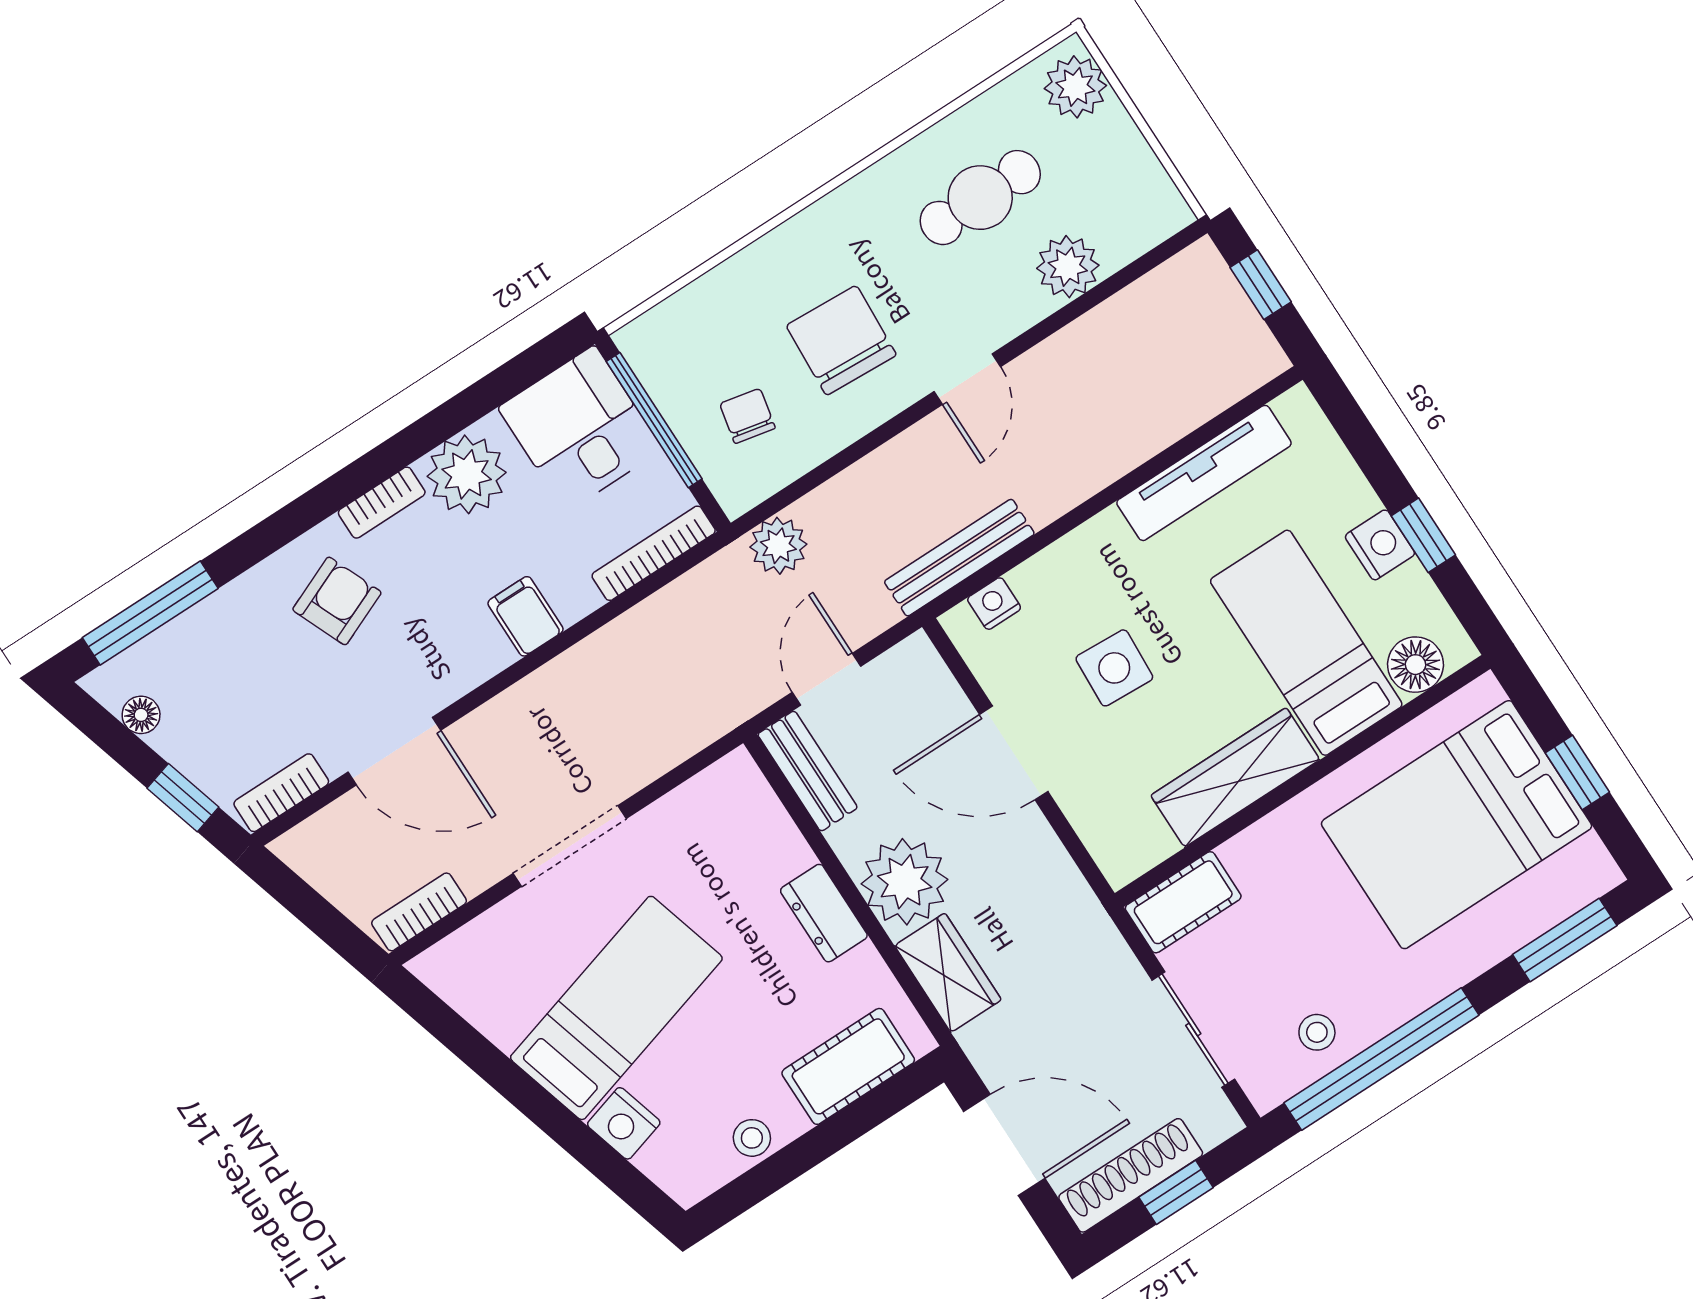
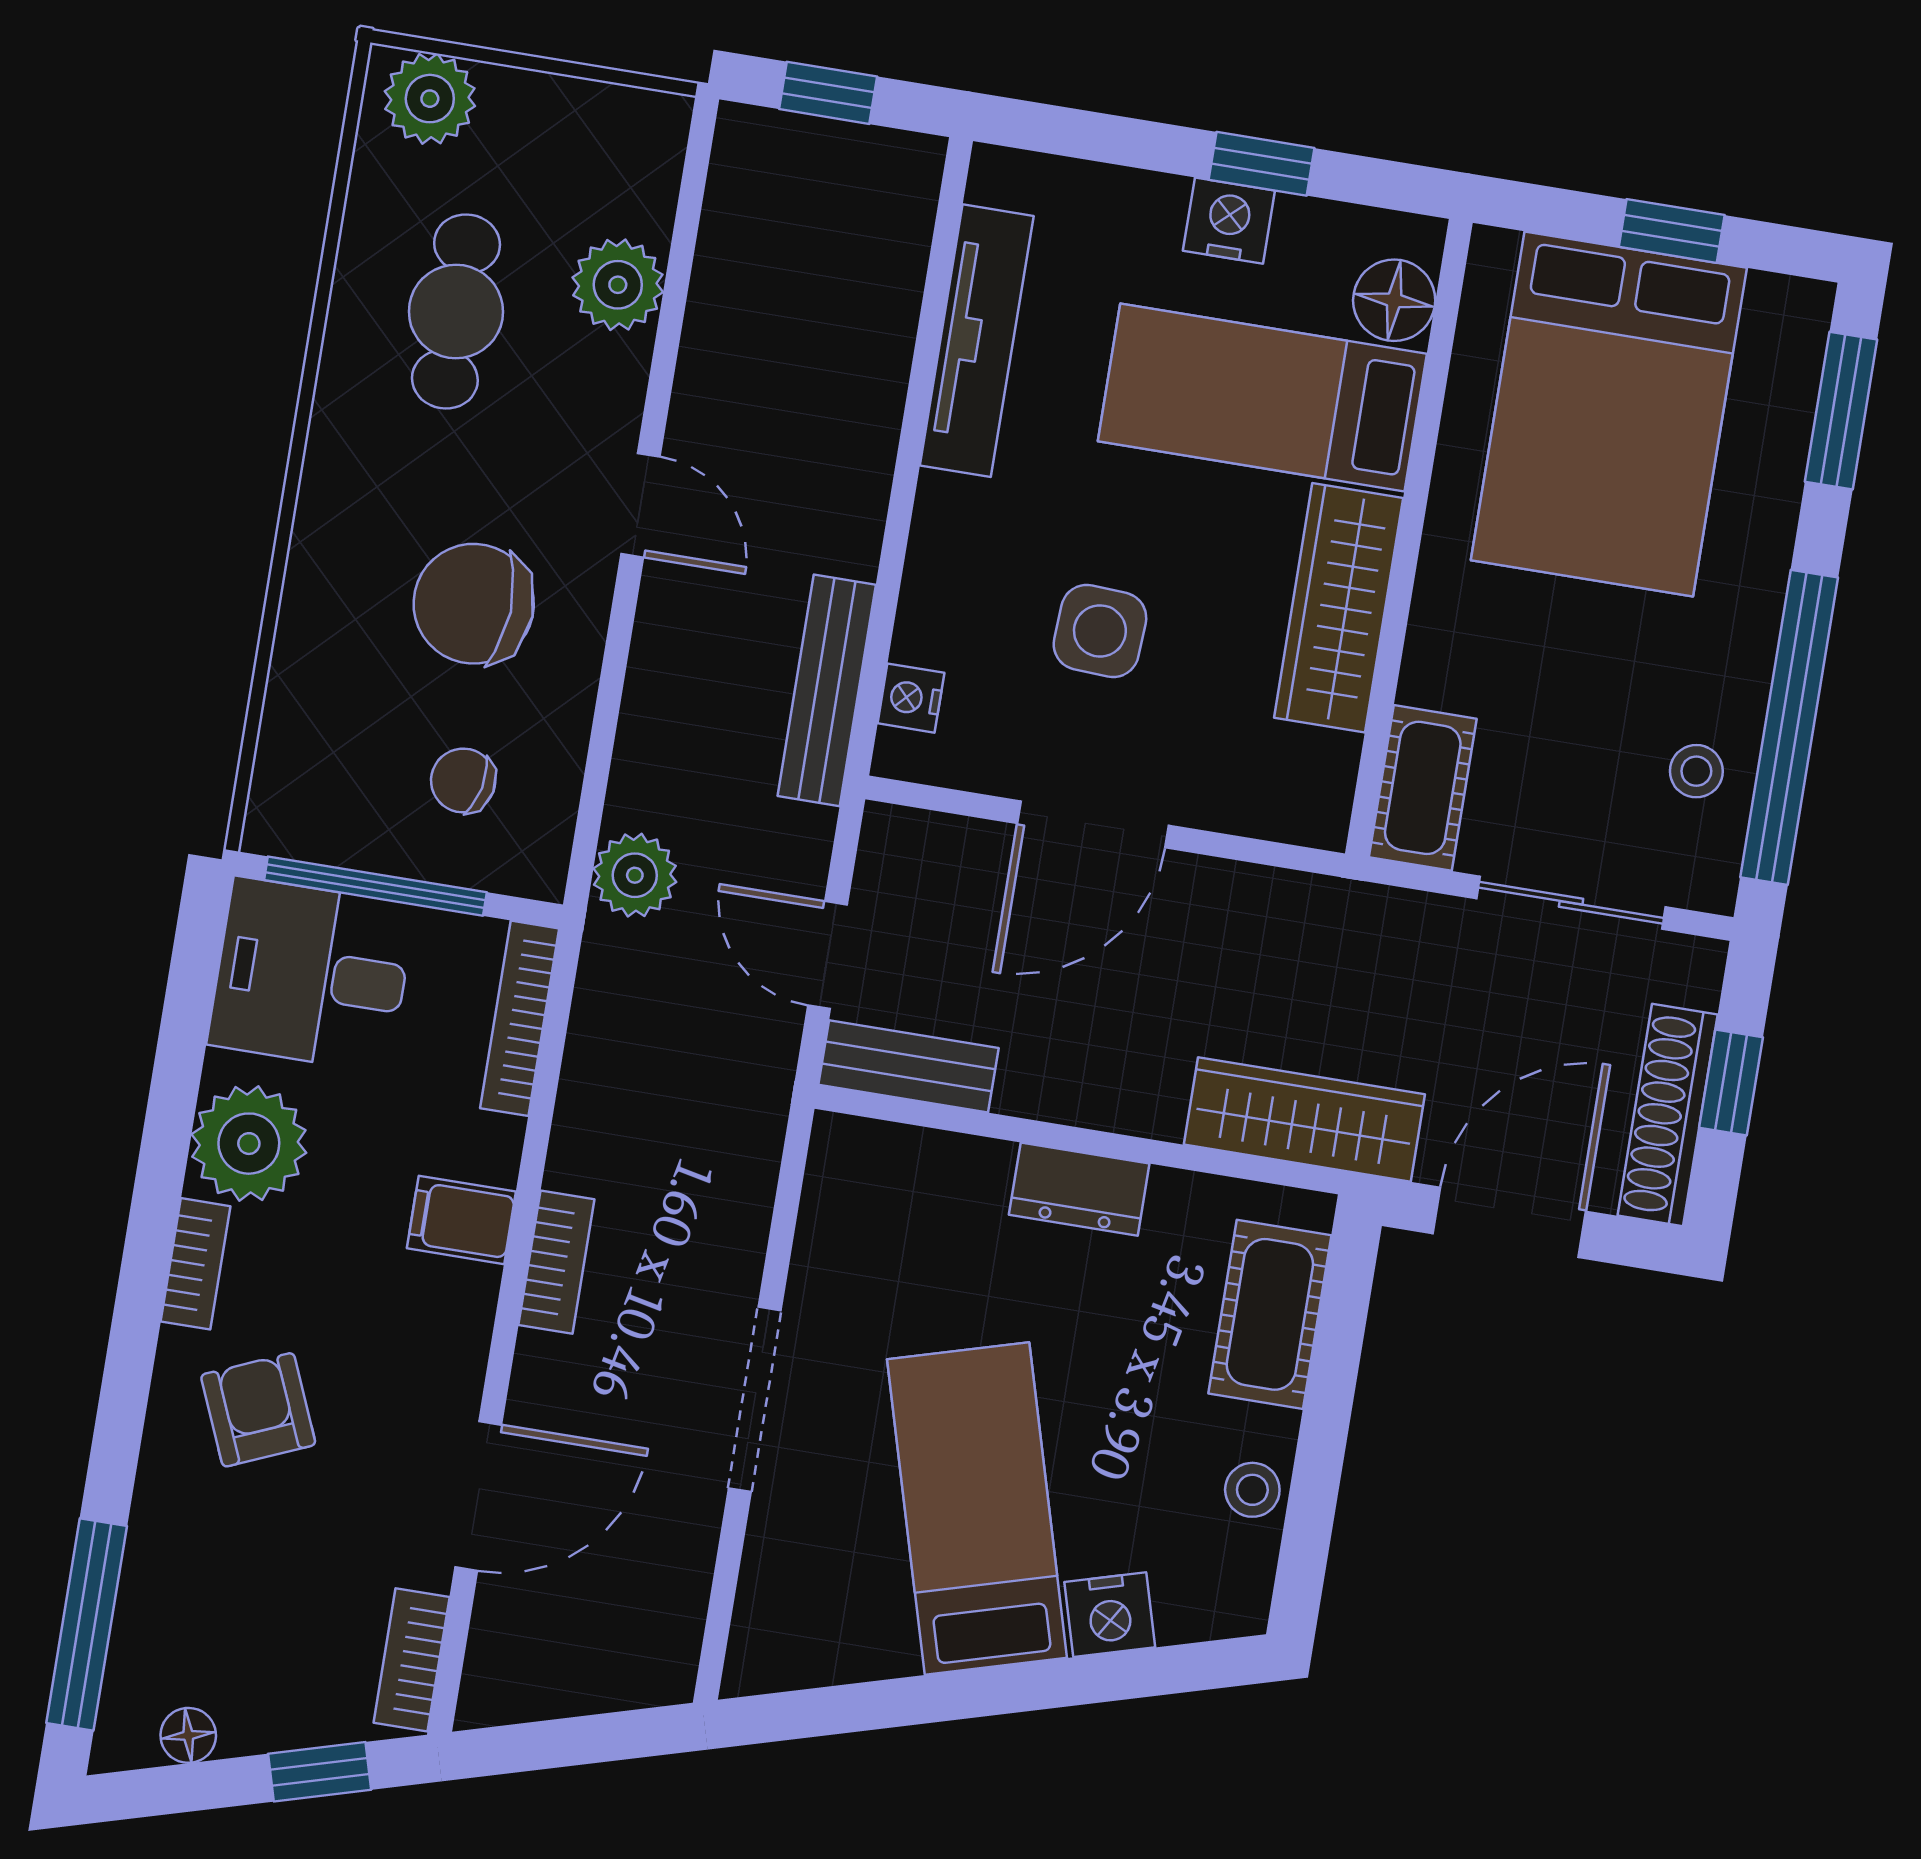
plant: (905, 882) -> (1125, 1070), removed
bookcase: (419, 912) -> (556, 1262), moved, turned 180
wardrobe: (948, 973) -> (1304, 1119), width x1.50

